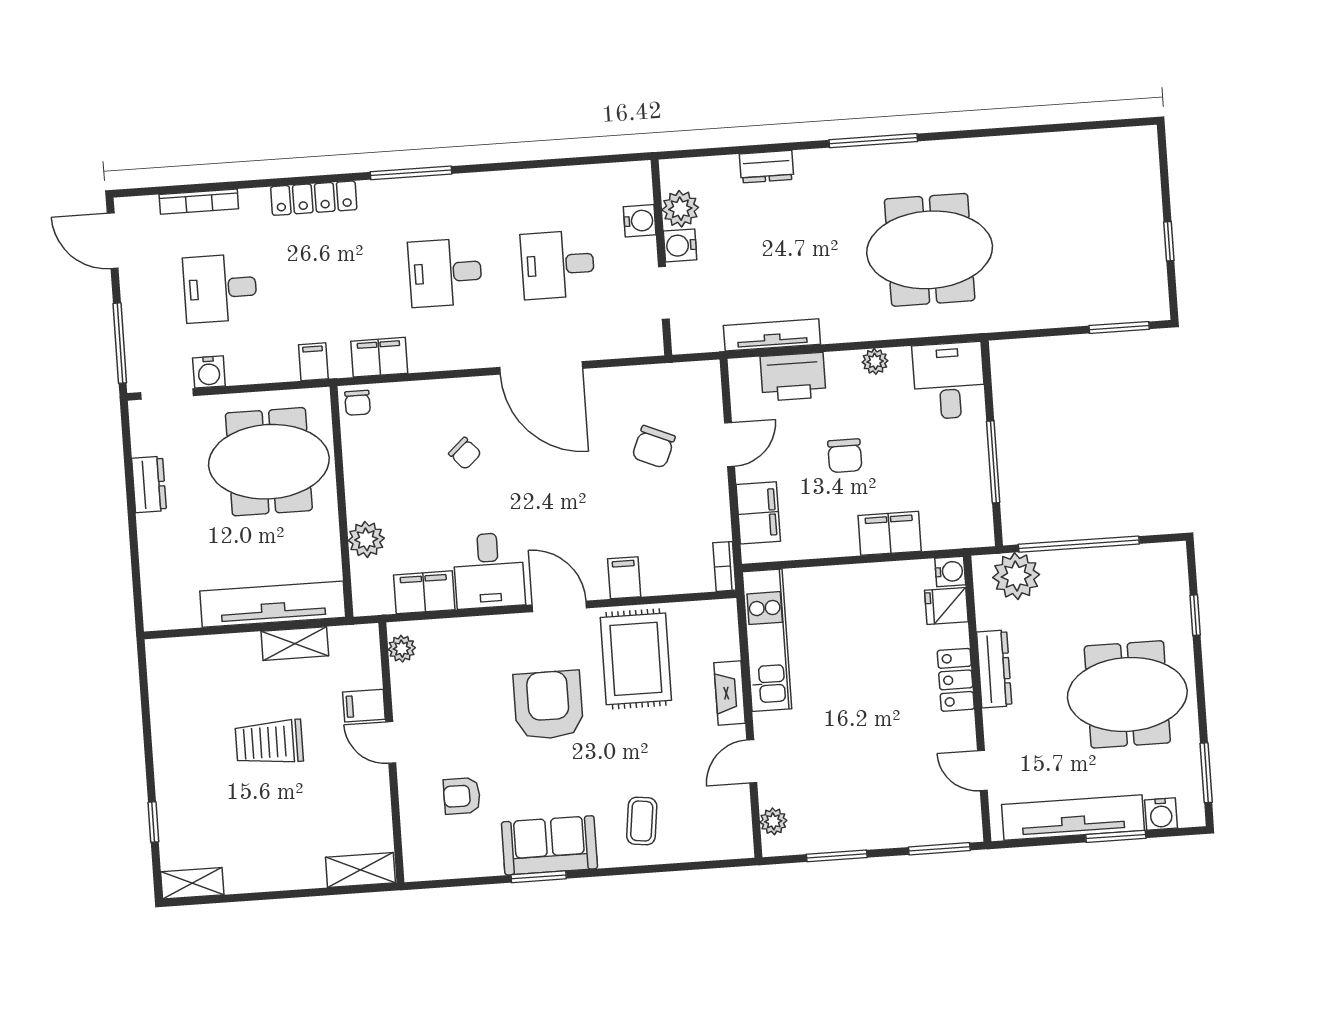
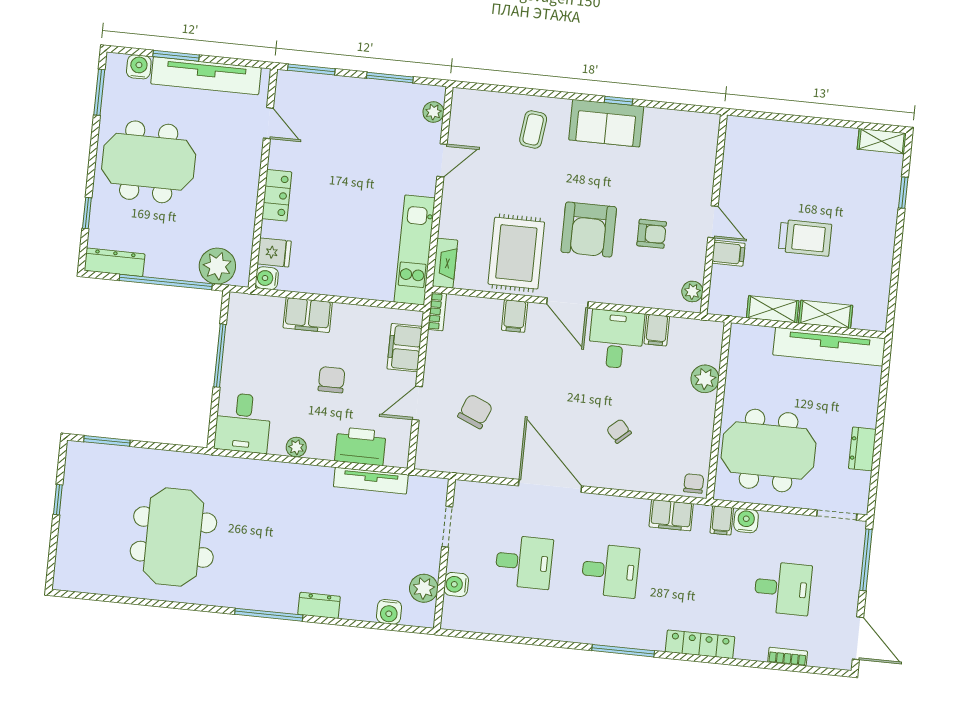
dresser: (766, 167) -> (319, 605), moved
bookcase: (199, 202) -> (788, 657), width x0.64
water cooler: (680, 245) -> (389, 612), moved, turned 90
meeting table: (930, 250) -> (173, 537), moved, turned 90
water cooler: (209, 372) -> (746, 521), moved
filing cabinet: (424, 592) -> (657, 330), width x0.50
tv unit: (273, 604) -> (829, 347), moved
dresser: (994, 669) -> (115, 262), moved, turned 90
fireplace: (730, 693) -> (445, 263), moved
armchair: (462, 796) -> (652, 234), moved
shelving: (360, 870) -> (826, 314), moved
window: (539, 877) -> (619, 101), width x0.67

